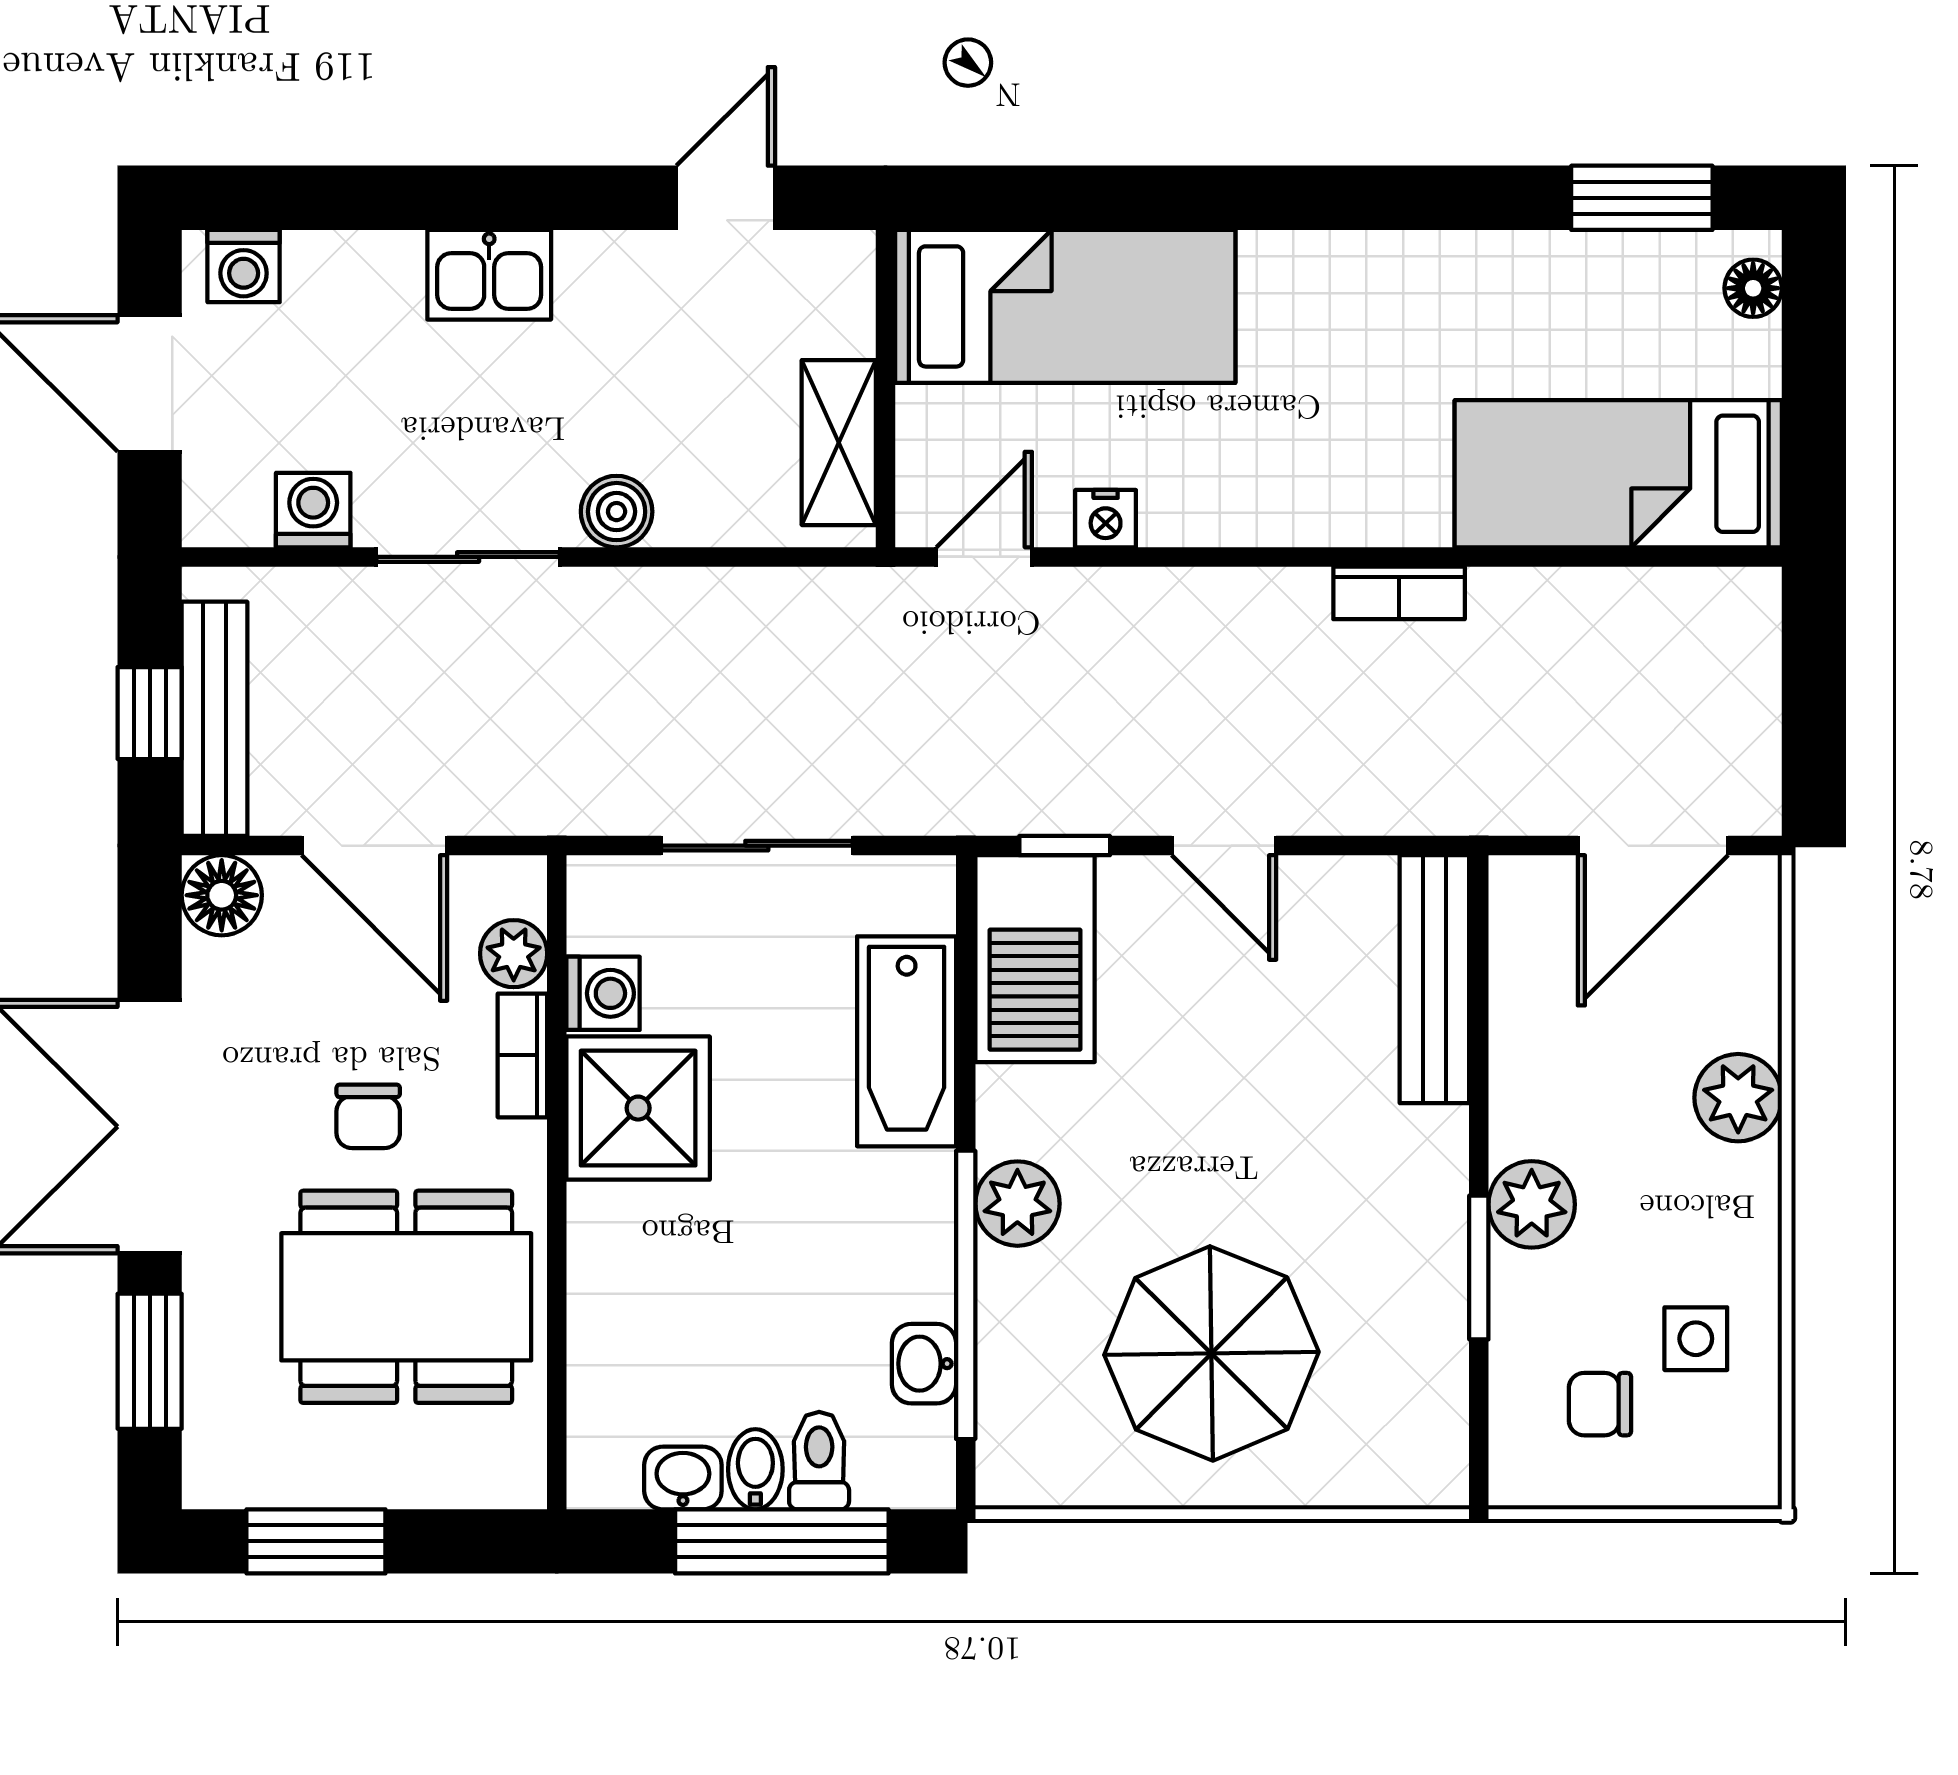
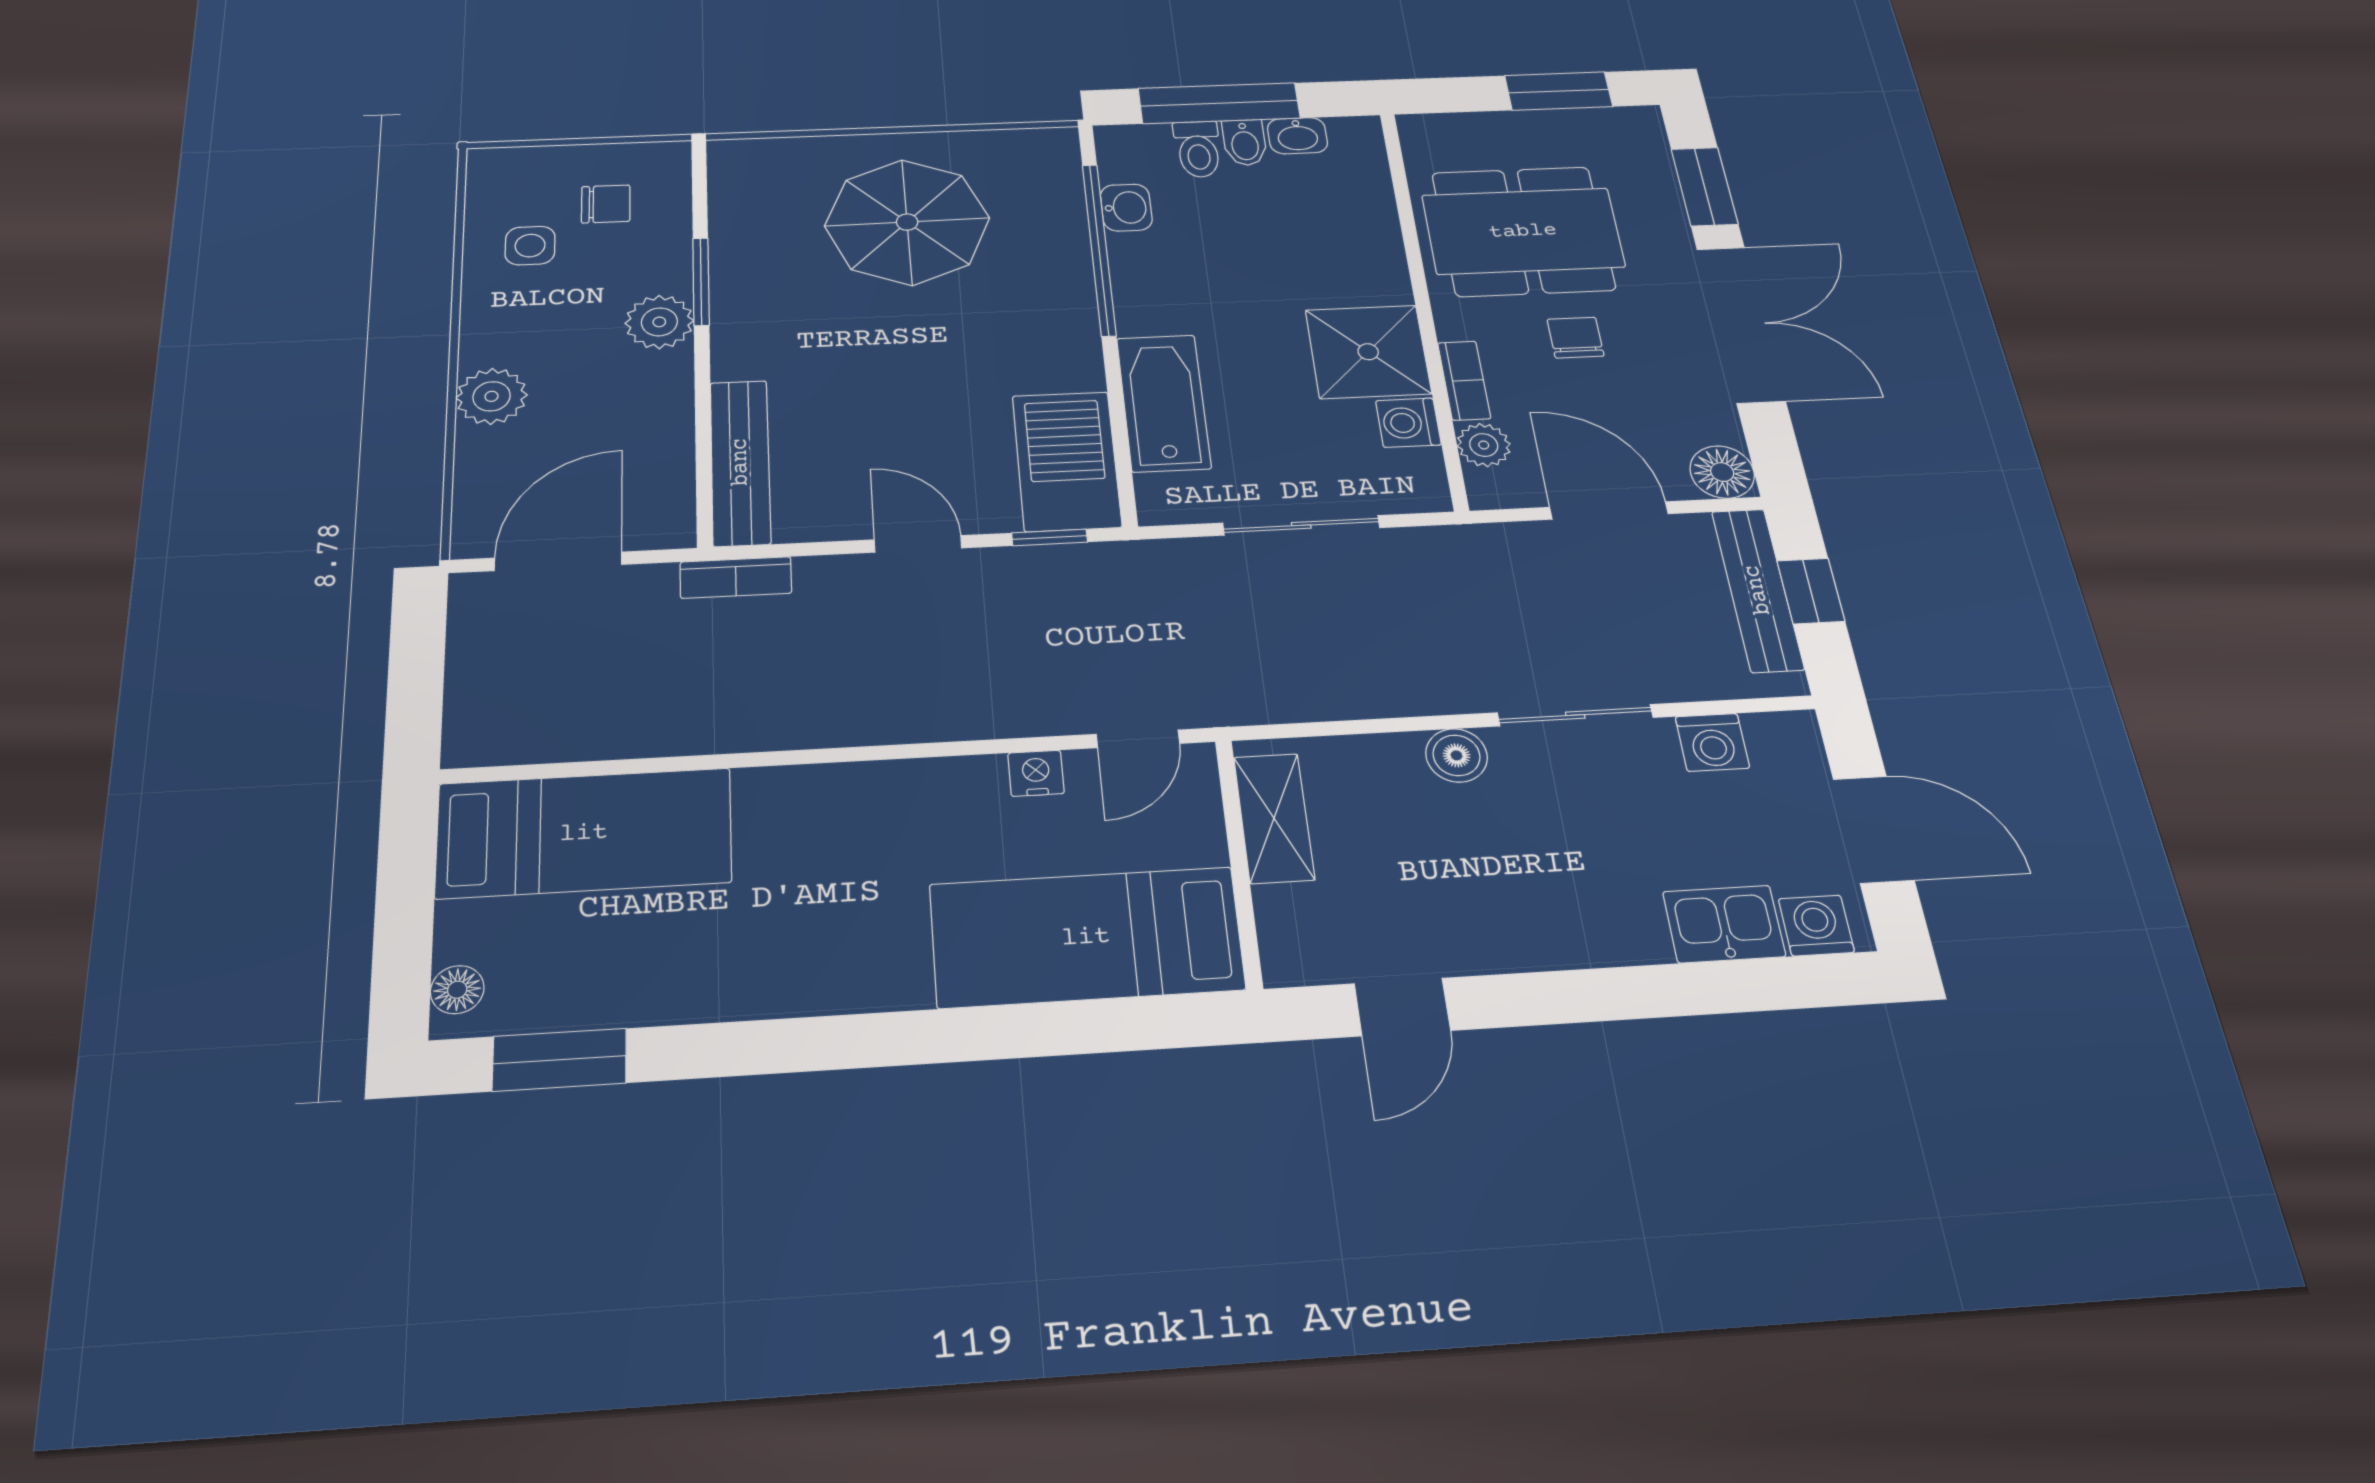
kitchen sink: (489, 275) -> (1724, 924), moved
bookcase: (1399, 593) -> (736, 578), moved, turned 180
plant: (1017, 1204) -> (1065, 306), removed

